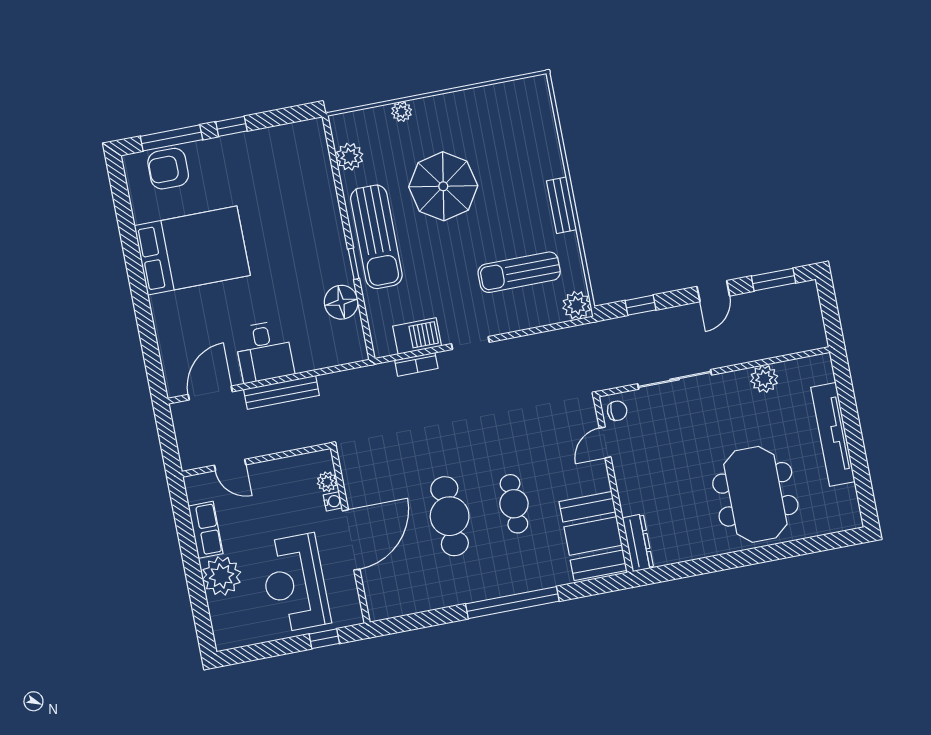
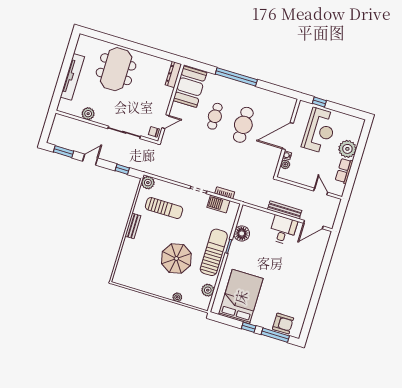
bed: (192, 251) -> (241, 297), moved, turned 90

